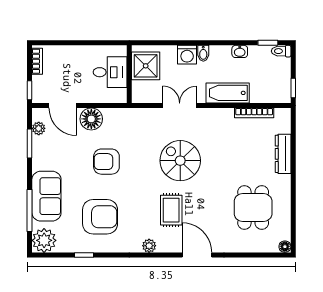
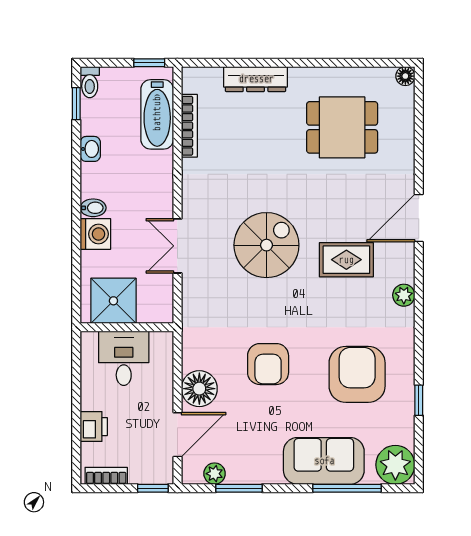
printer: (68, 54) -> (94, 427), added
bathtub: (228, 93) -> (157, 114), moved
spiral stairs: (180, 161) -> (266, 245), turned 180

